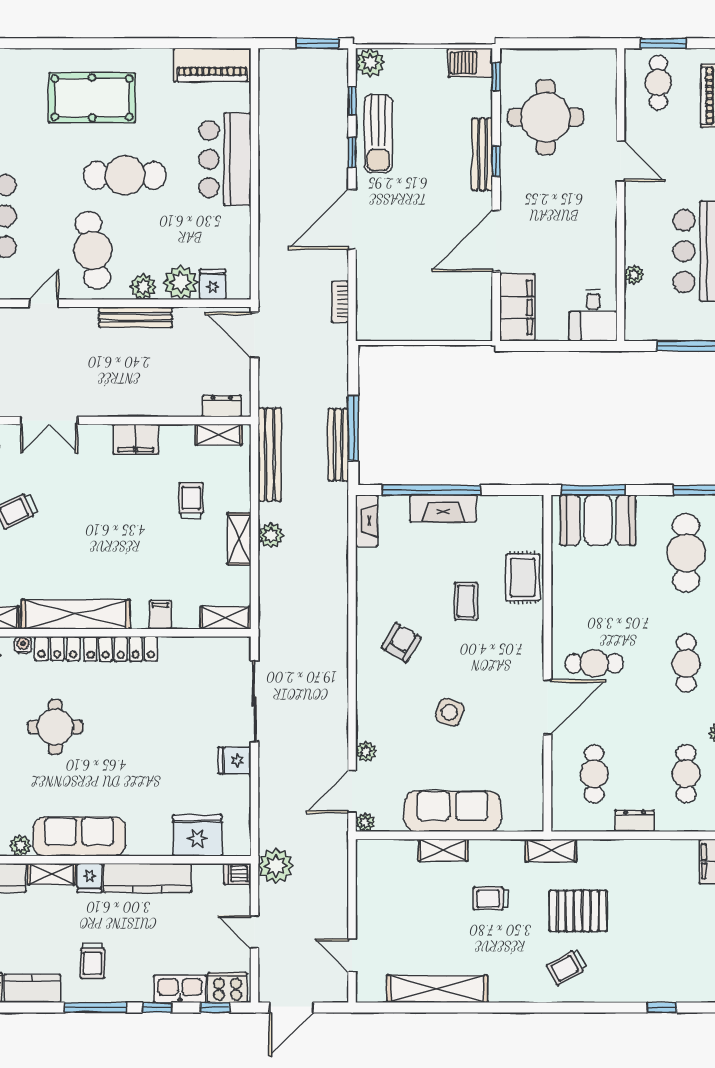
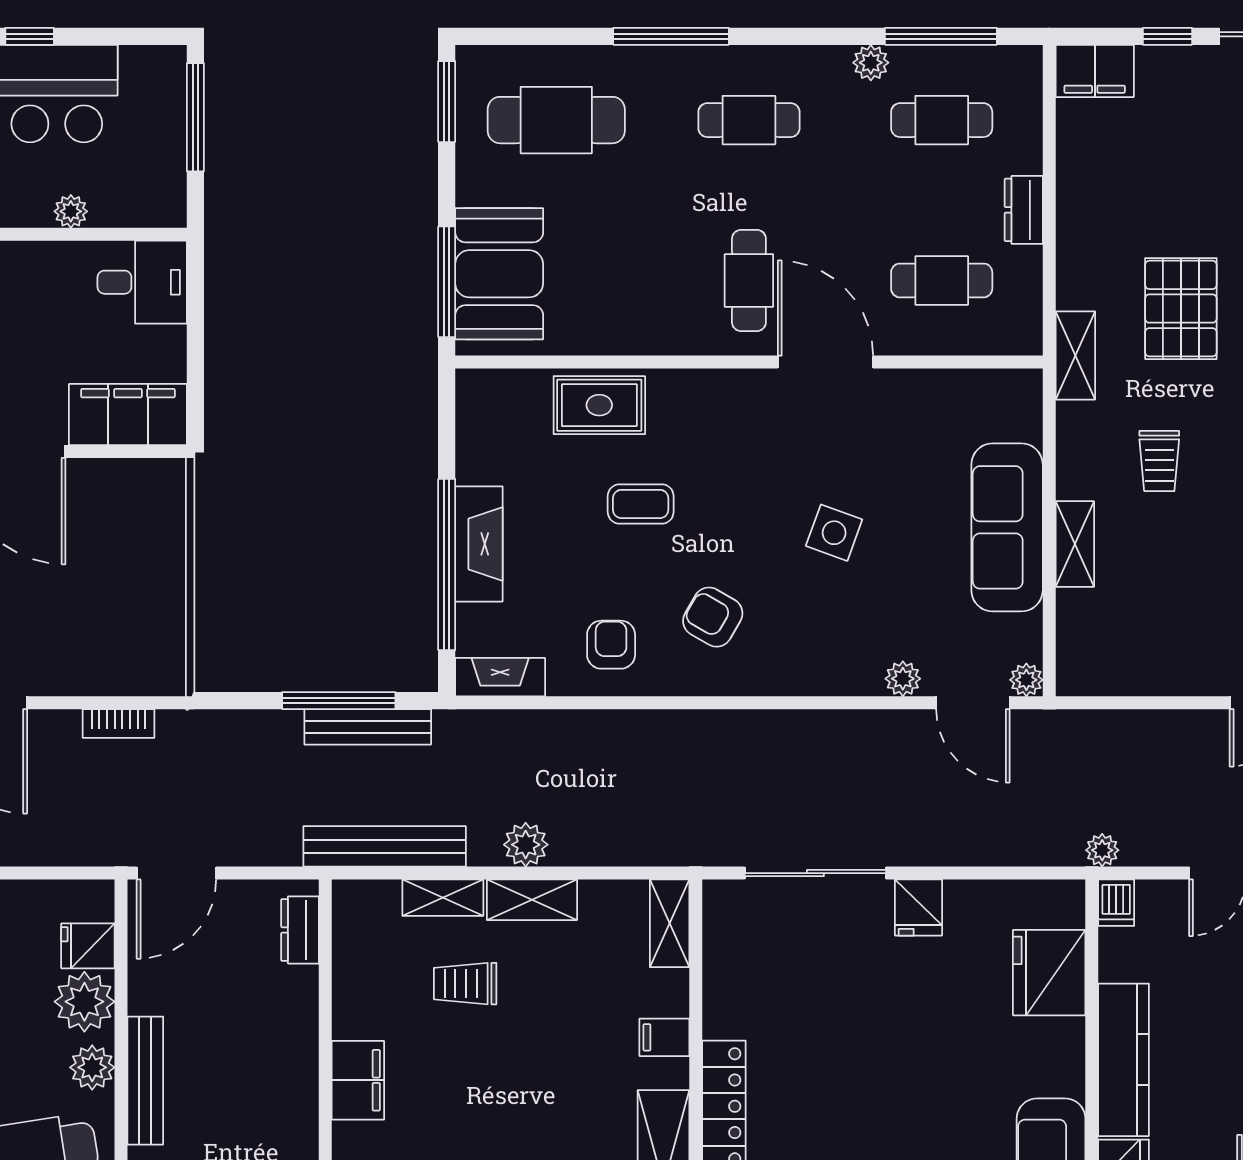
shelving: (219, 435) -> (443, 898), moved, turned 90
armchair: (385, 584) -> (611, 645), added
plant: (276, 866) -> (1102, 850), width x0.53, depth x0.53

